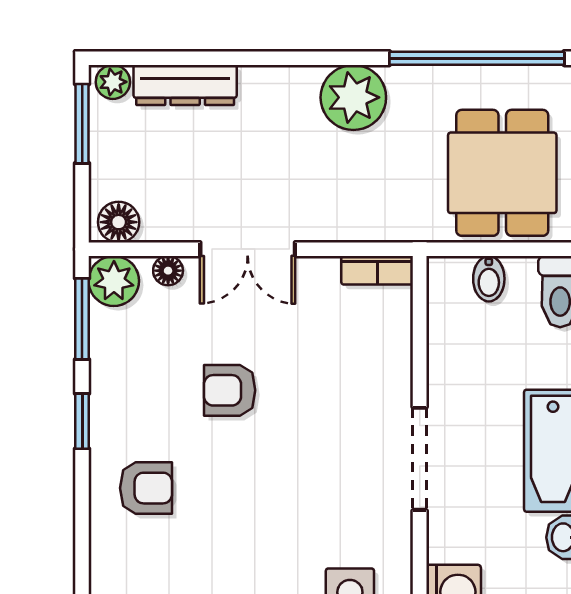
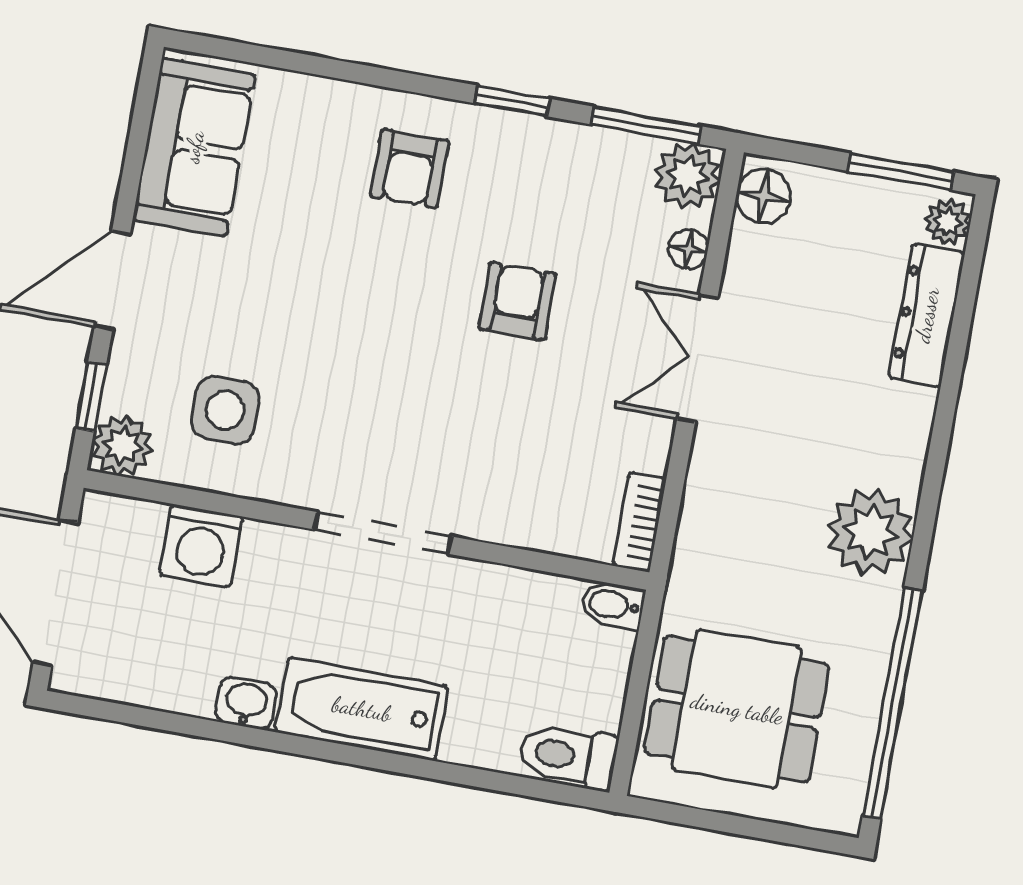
bidet: (489, 279) -> (613, 605), moved

